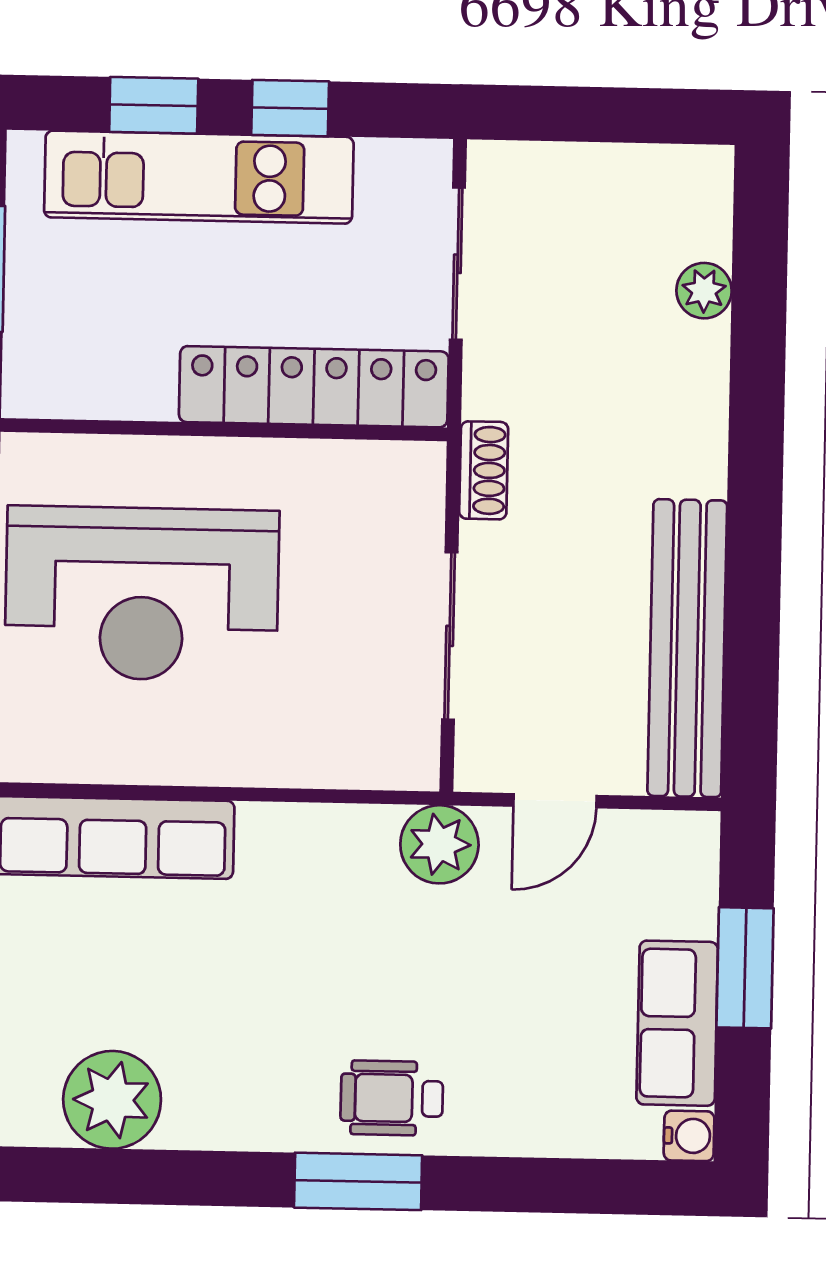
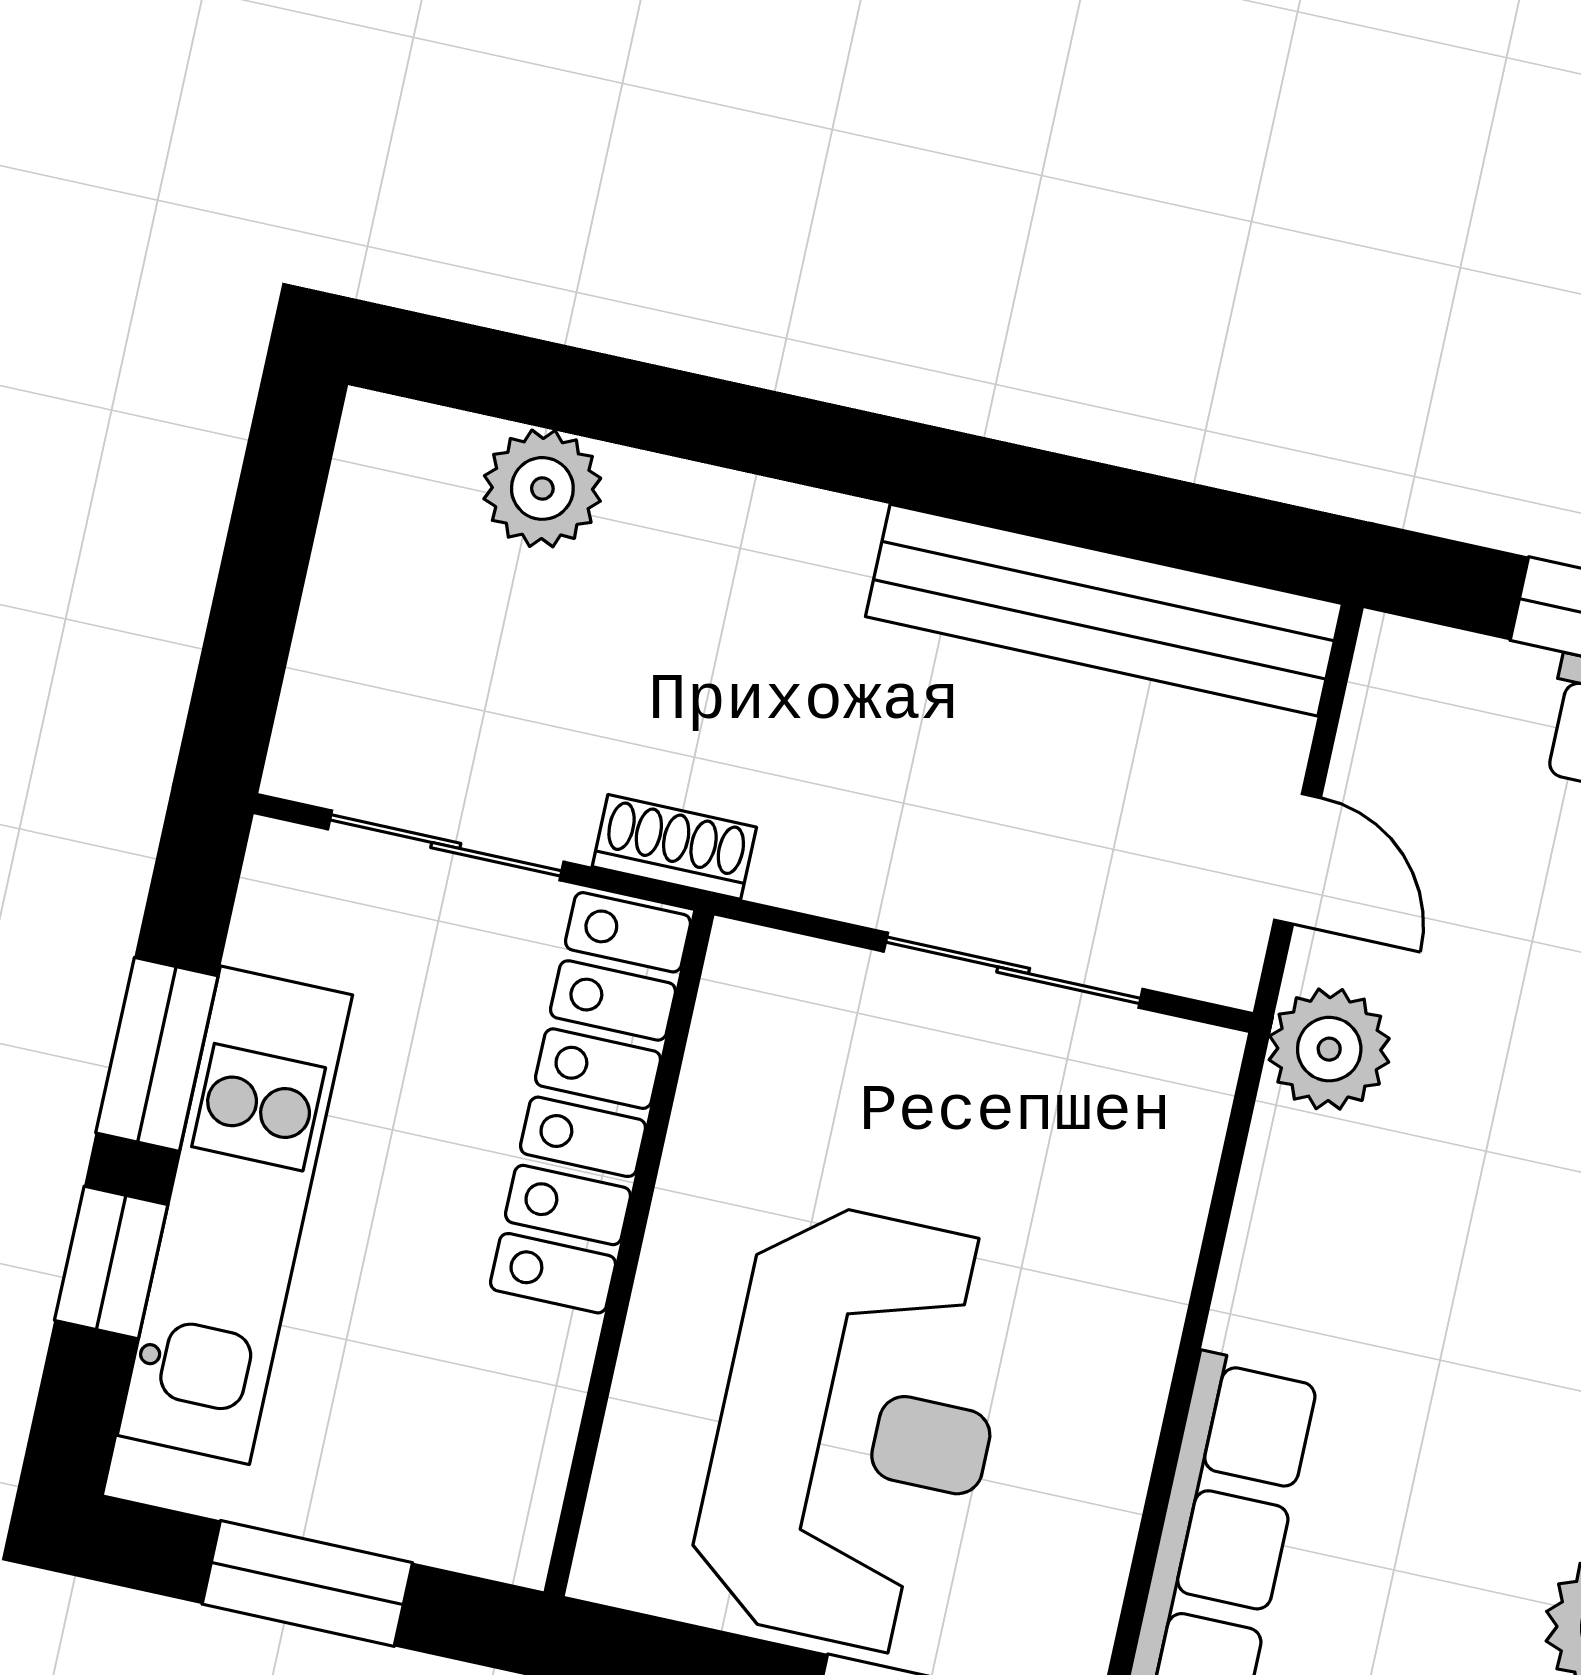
window: (290, 108) -> (157, 1054), width x1.50
plant: (704, 291) -> (542, 488), width x1.38, depth x1.38
shoe rack: (484, 470) -> (674, 847), moved

